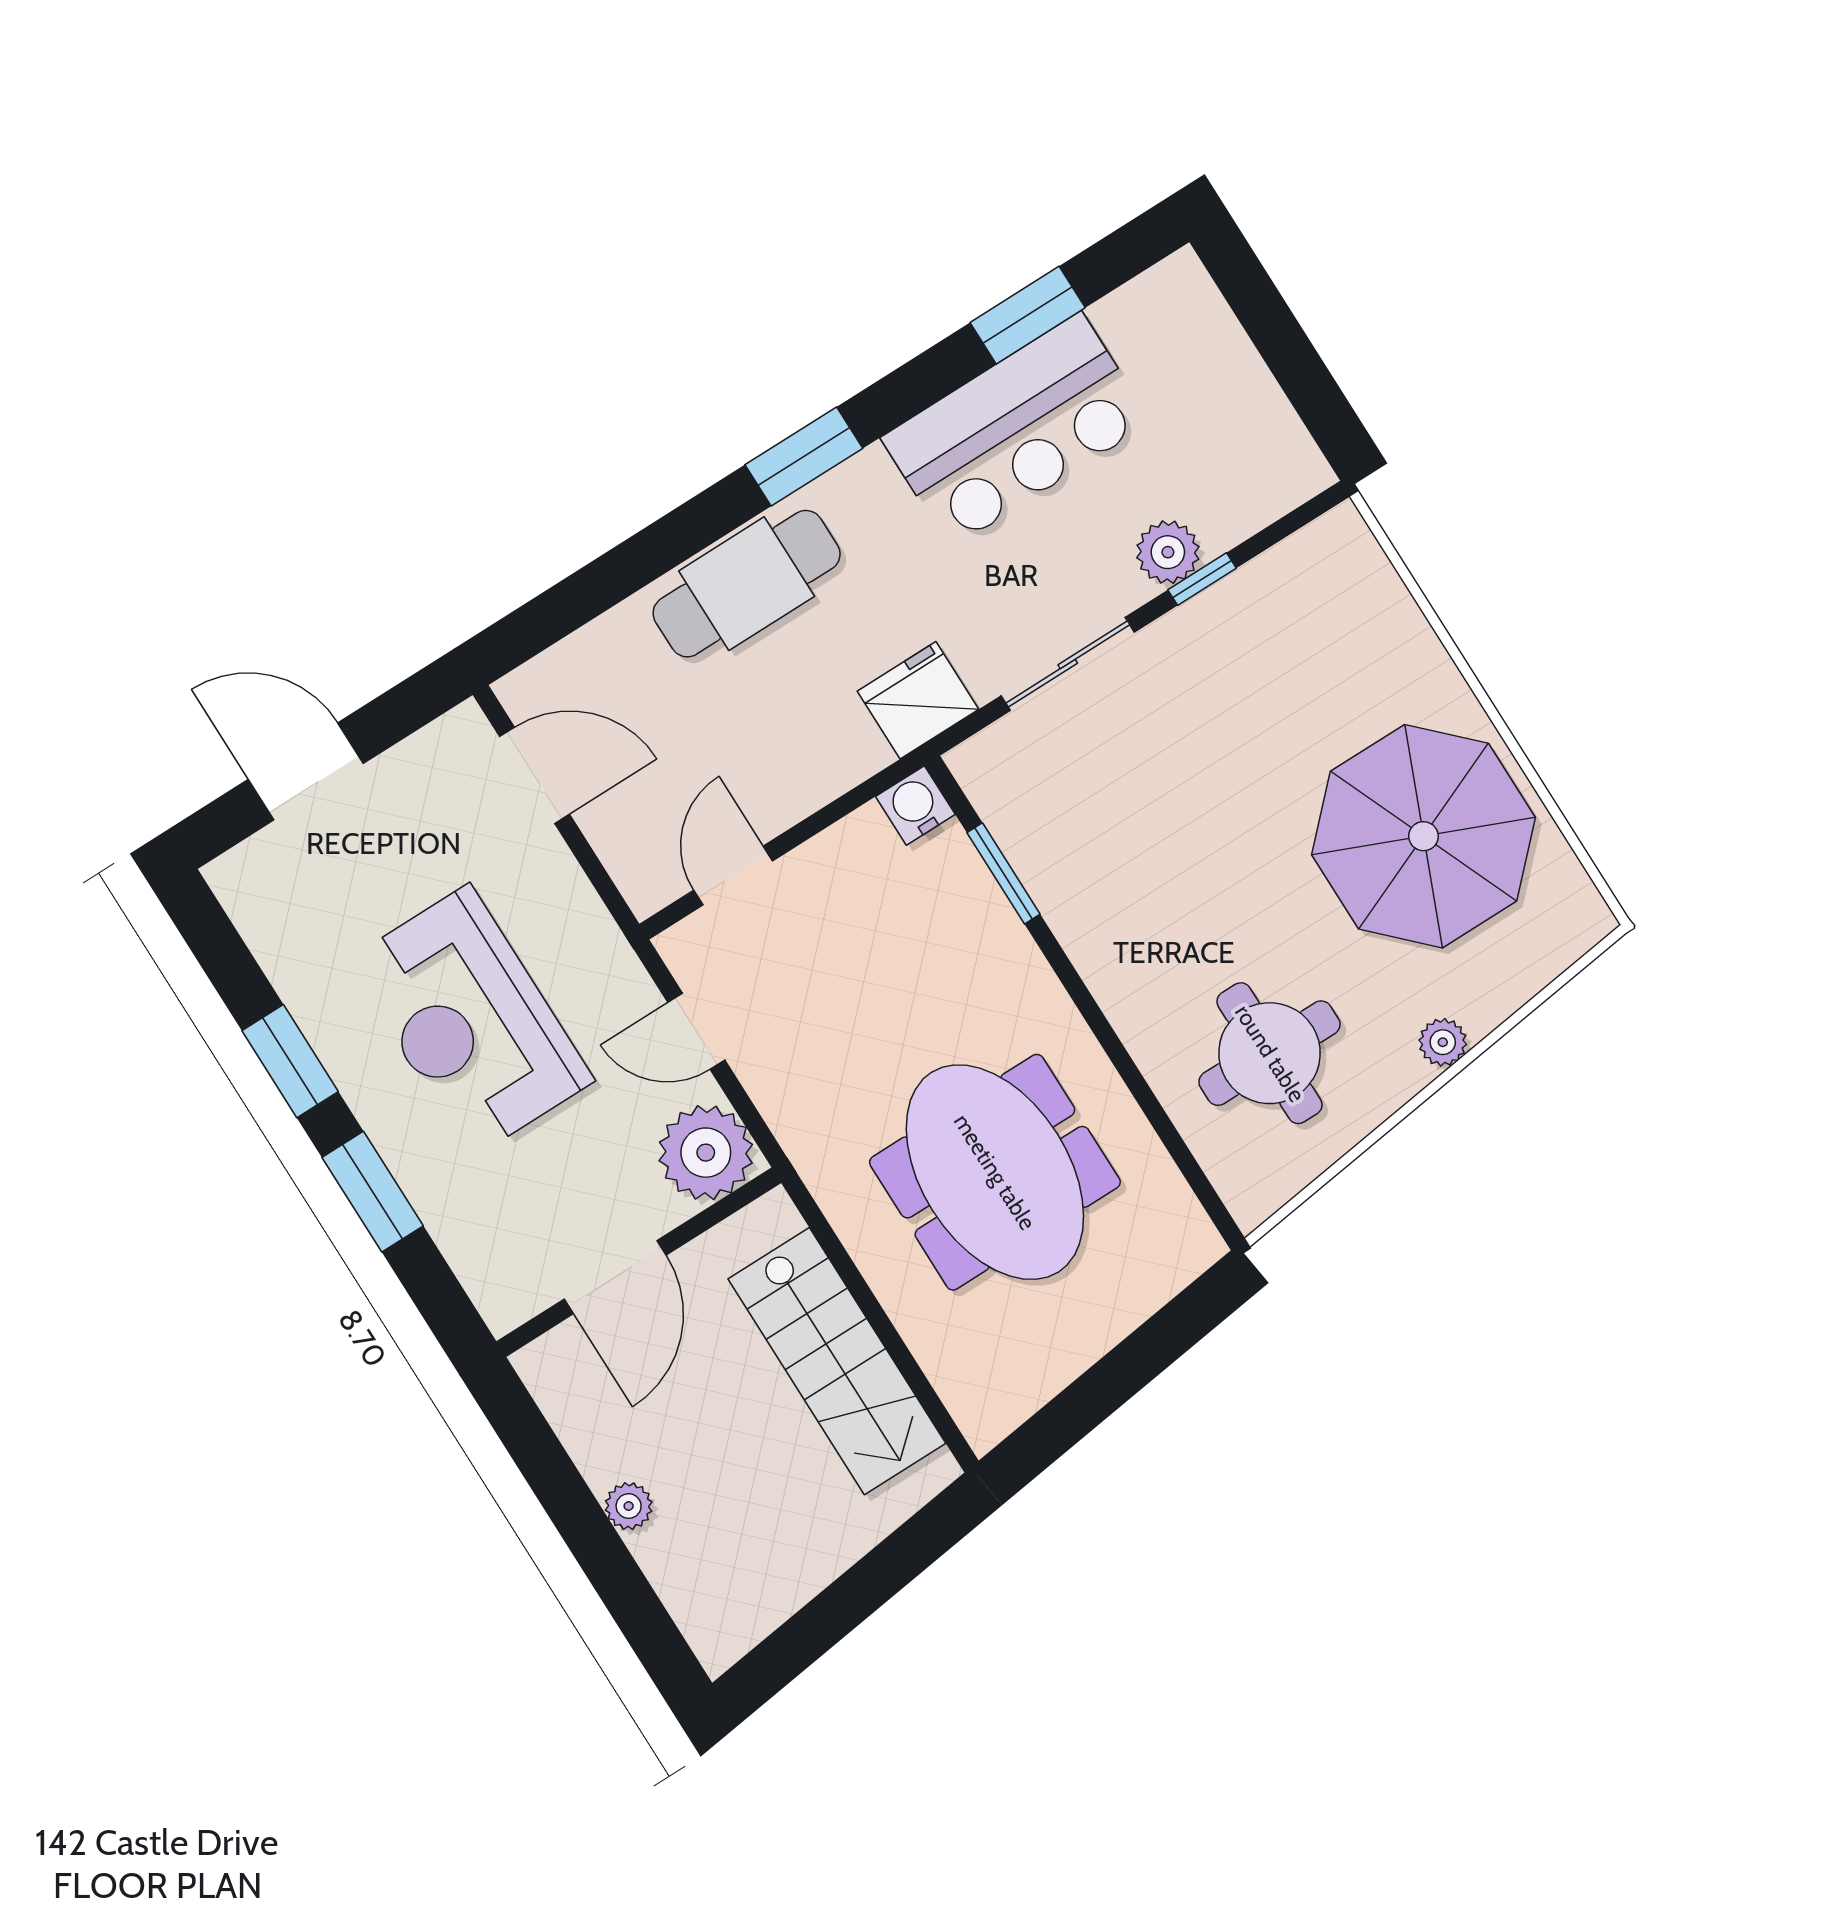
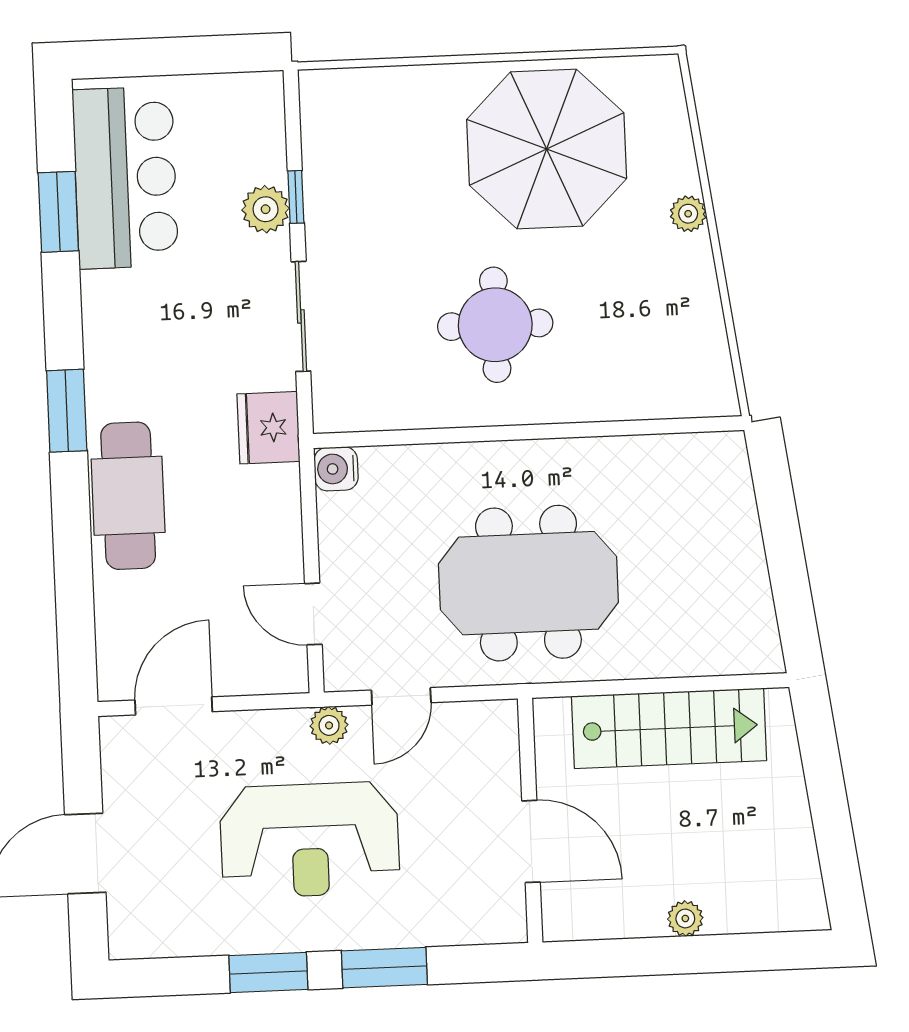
bar counter: (1016, 430) -> (125, 178), moved
window: (1003, 873) -> (413, 437), removed
round table: (1270, 1053) -> (495, 325), moved
plant: (706, 1153) -> (329, 725), moved, width x0.53, depth x0.53
meeting table: (995, 1172) -> (528, 583), moved

